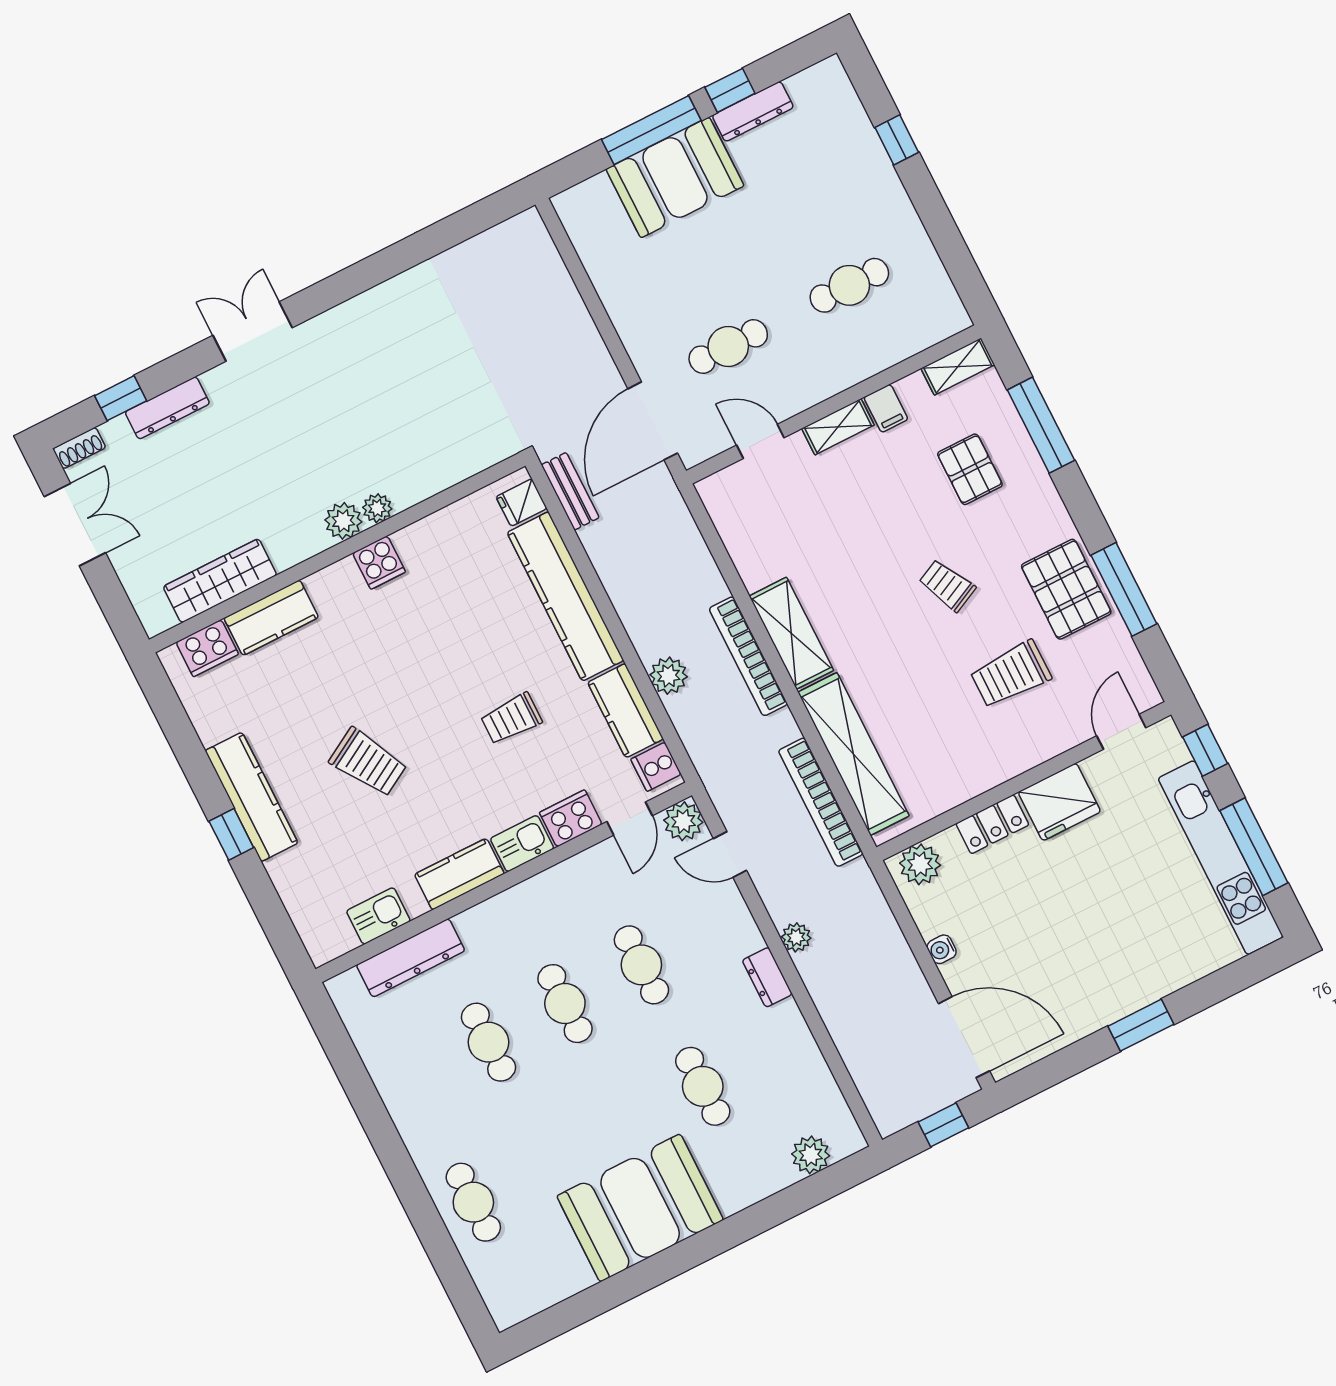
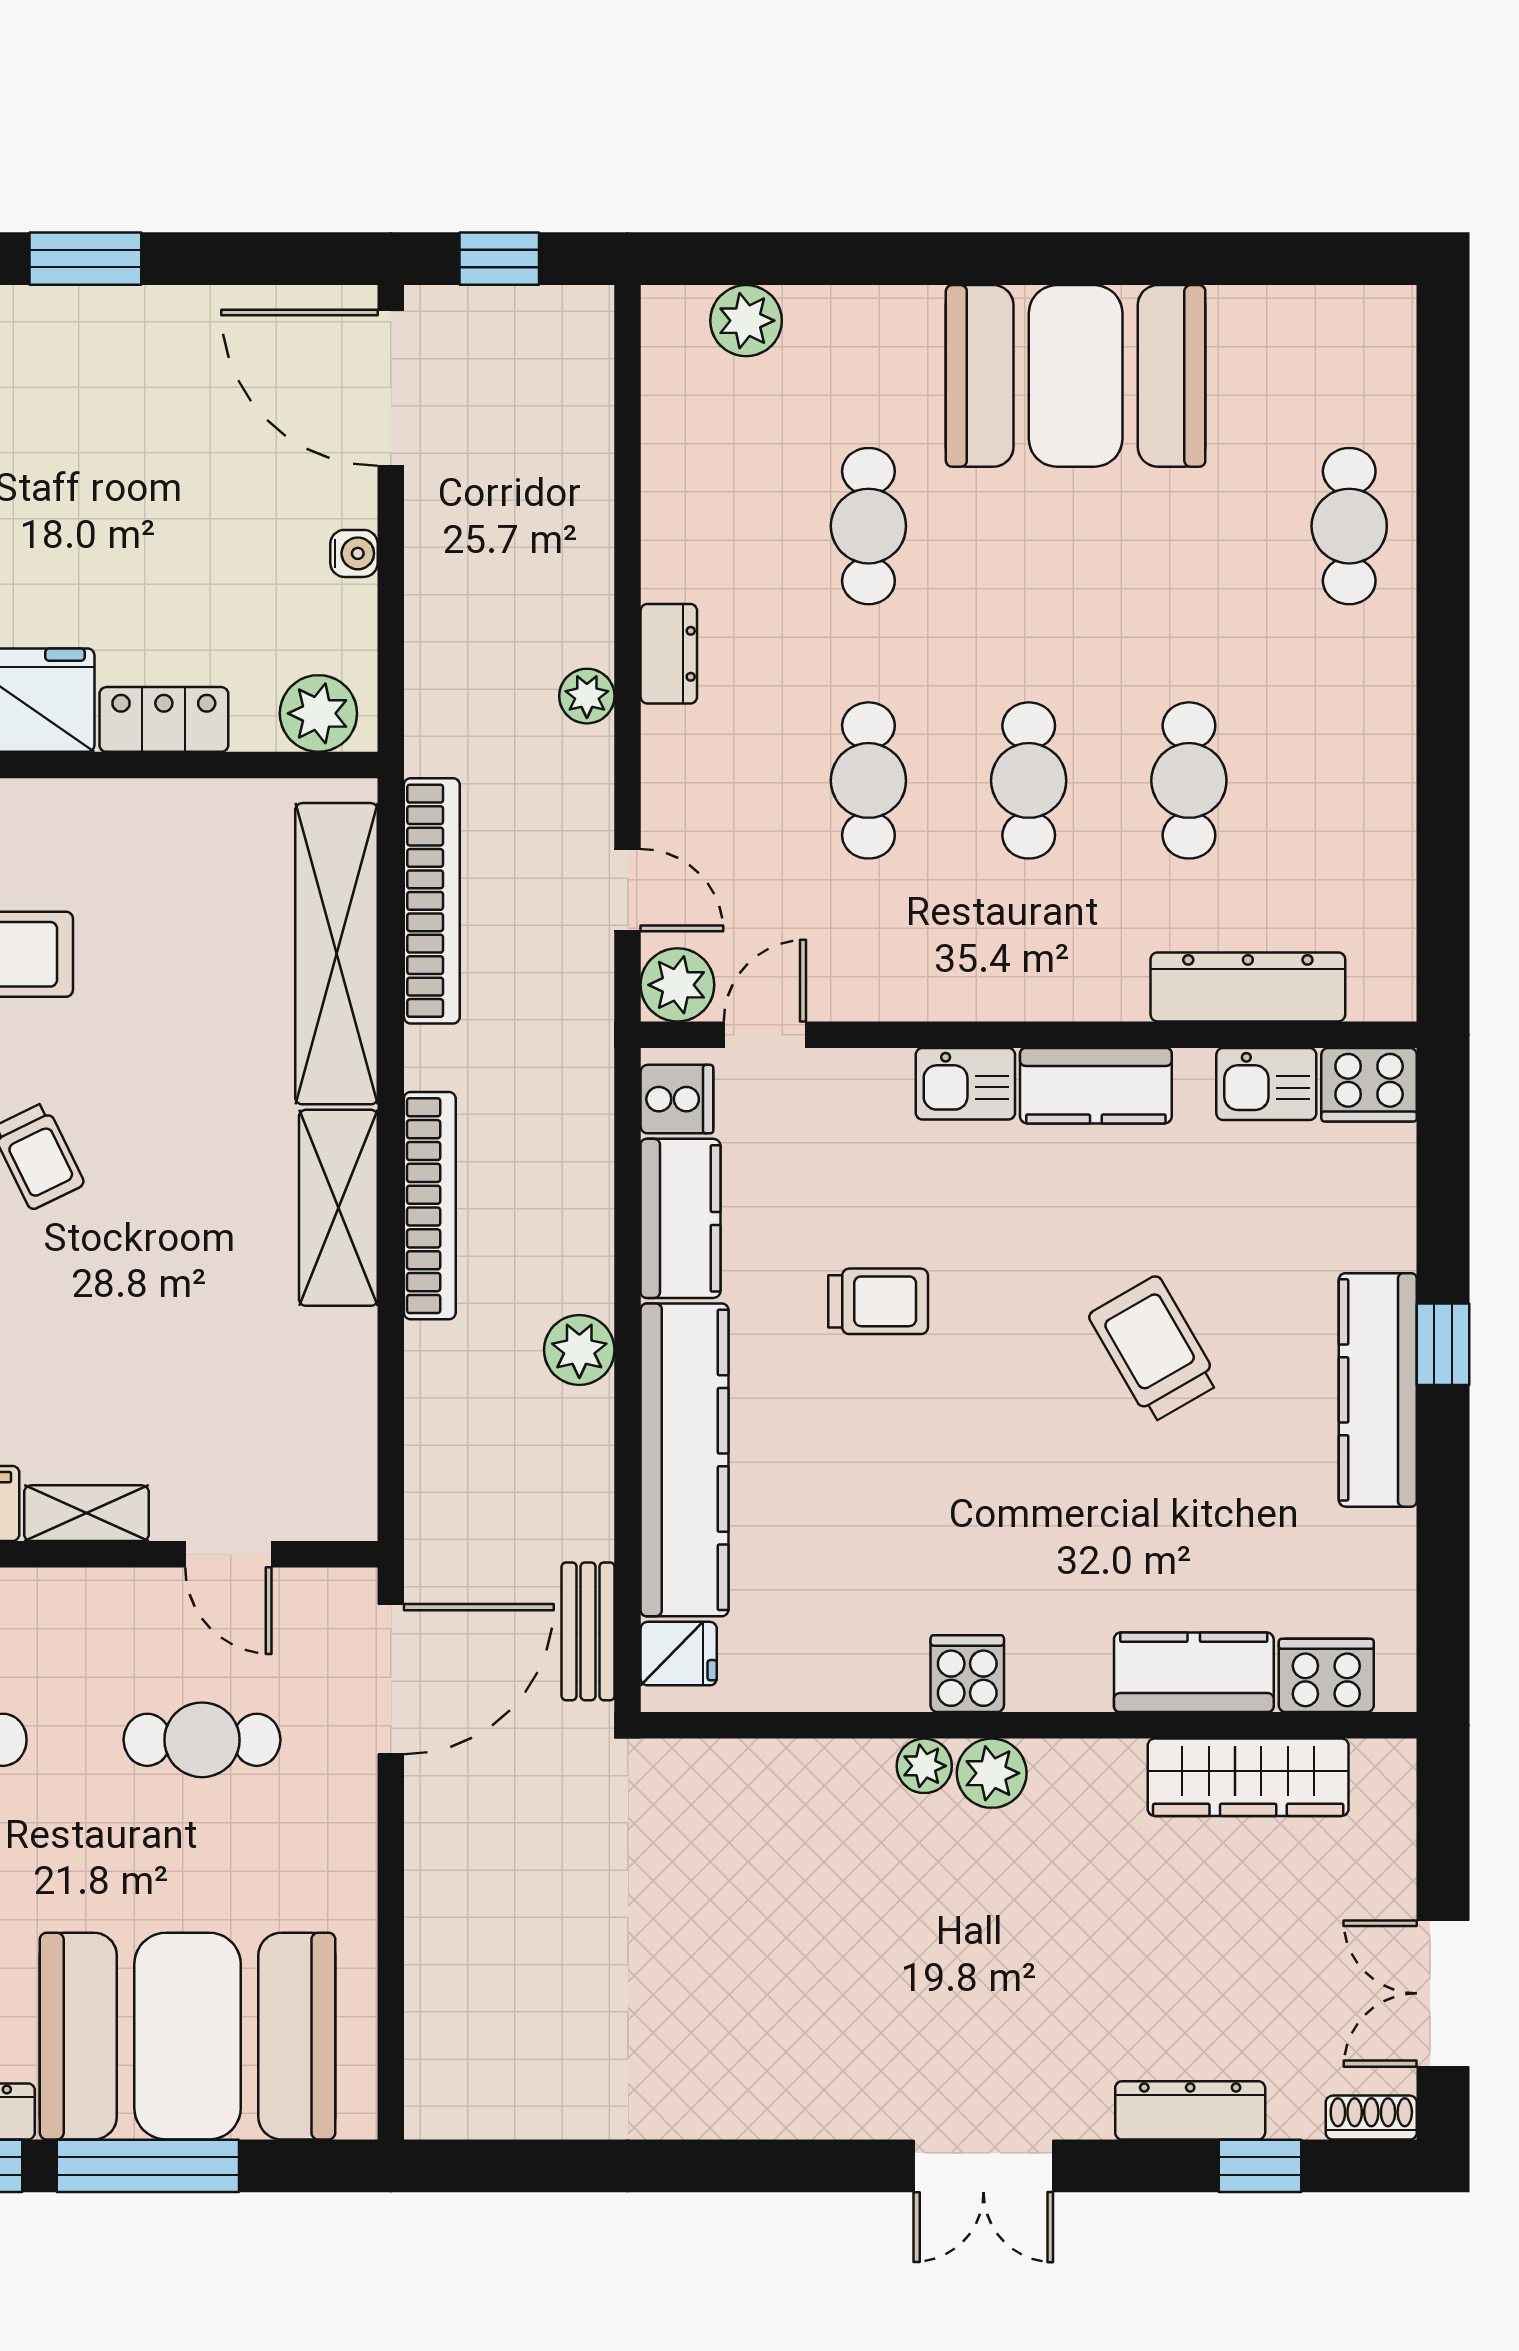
booth: (675, 177) -> (188, 2036), width x1.36, depth x1.42
plant: (669, 676) -> (579, 1350), moved
cooker: (571, 818) -> (1369, 1085), moved

